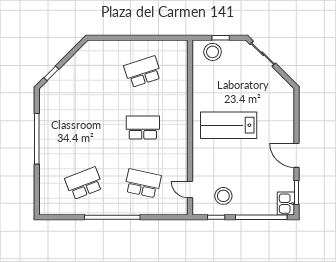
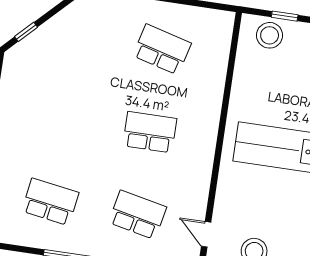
school desk: (143, 72) -> (162, 49), turned 33
school desk: (84, 183) -> (50, 202), turned 30

